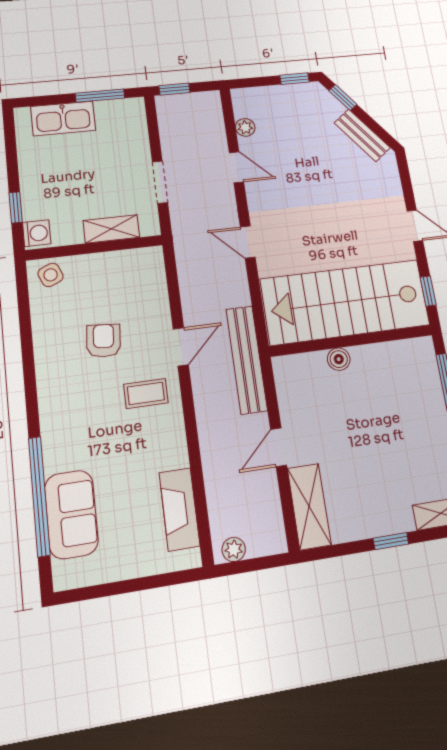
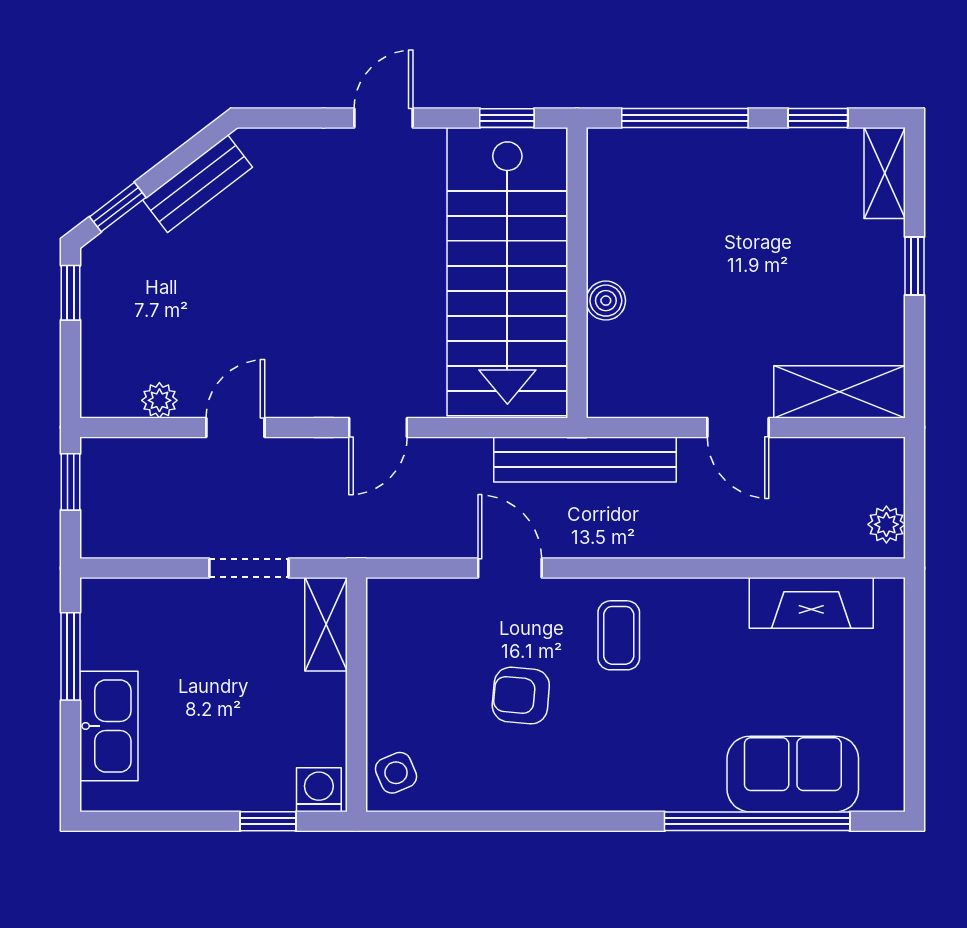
window: (174, 89) -> (70, 482), moved
shelving: (111, 229) -> (326, 624), moved
door: (181, 347) -> (510, 568), moved

